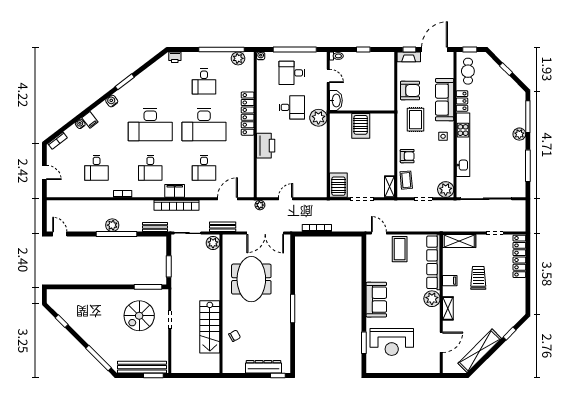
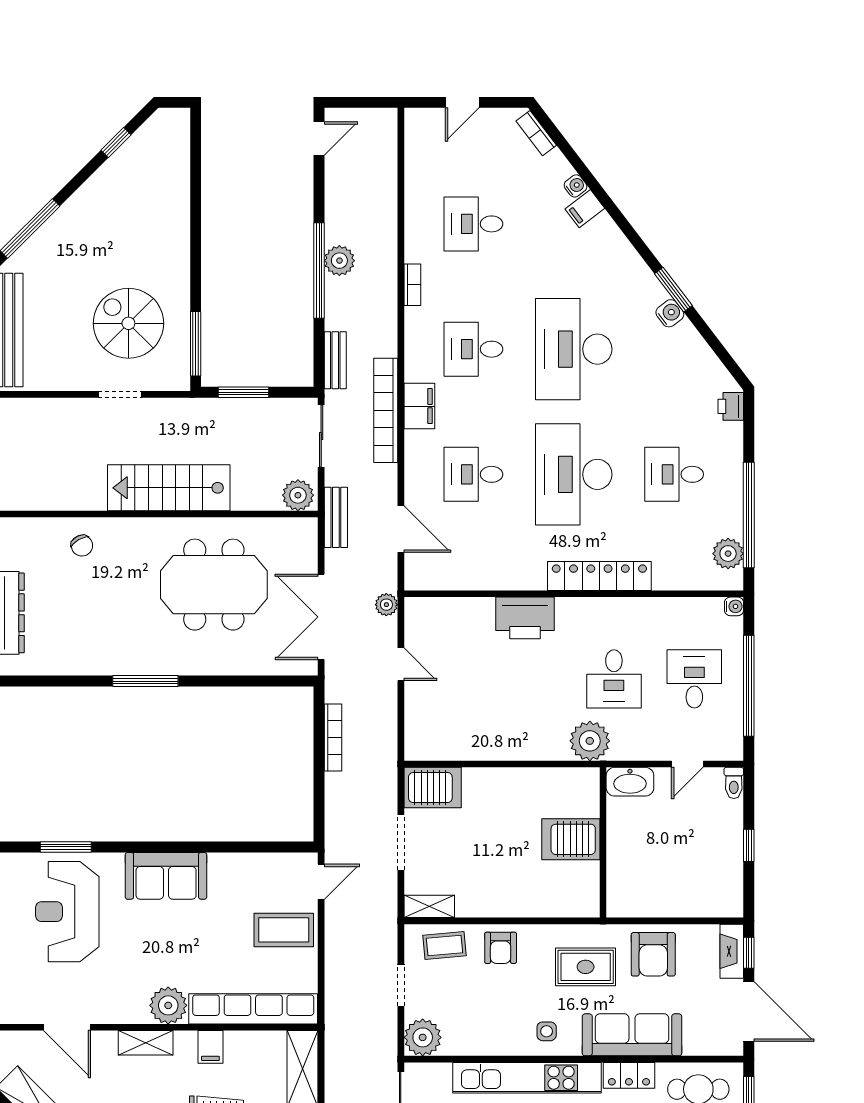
water cooler: (112, 101) -> (670, 313), moved
stairs: (210, 327) -> (169, 488), moved

